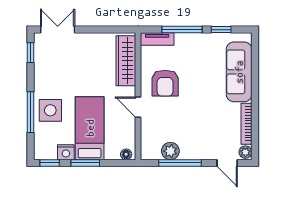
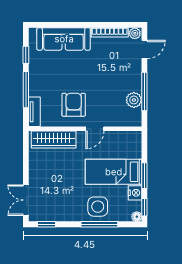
armchair: (165, 83) -> (74, 105), turned -90
floor lamp: (126, 154) -> (137, 217), moved

